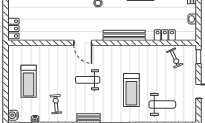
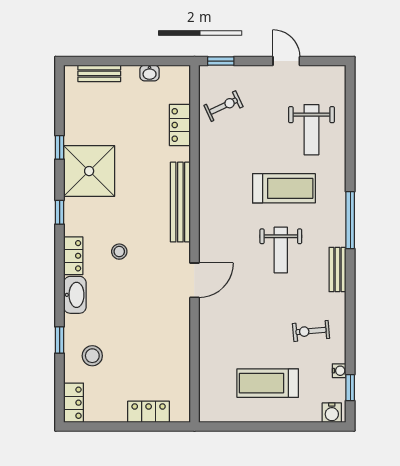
locker: (13, 29) -> (149, 412), moved
weight bench: (88, 80) -> (281, 250), moved
treadmill: (29, 81) -> (268, 383), turned 180
weight bench: (162, 104) -> (311, 130), turned 180

